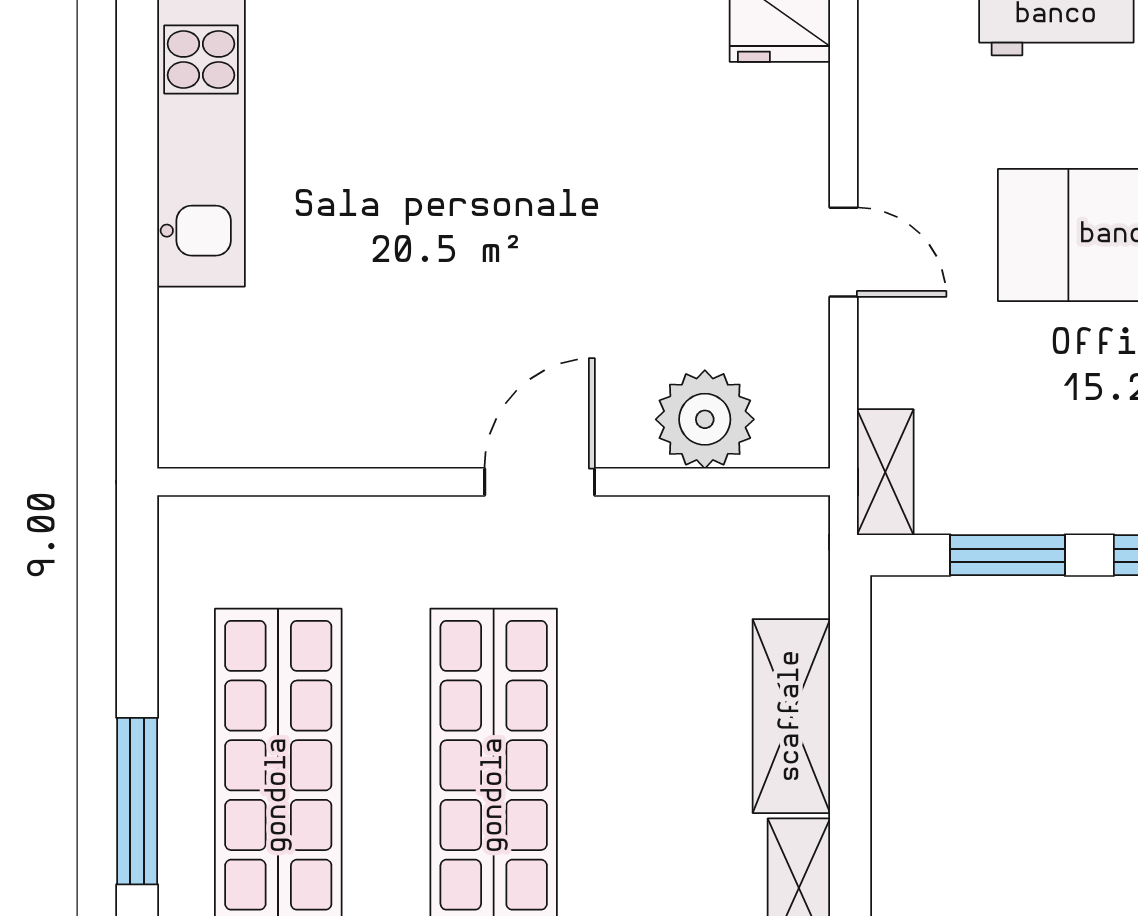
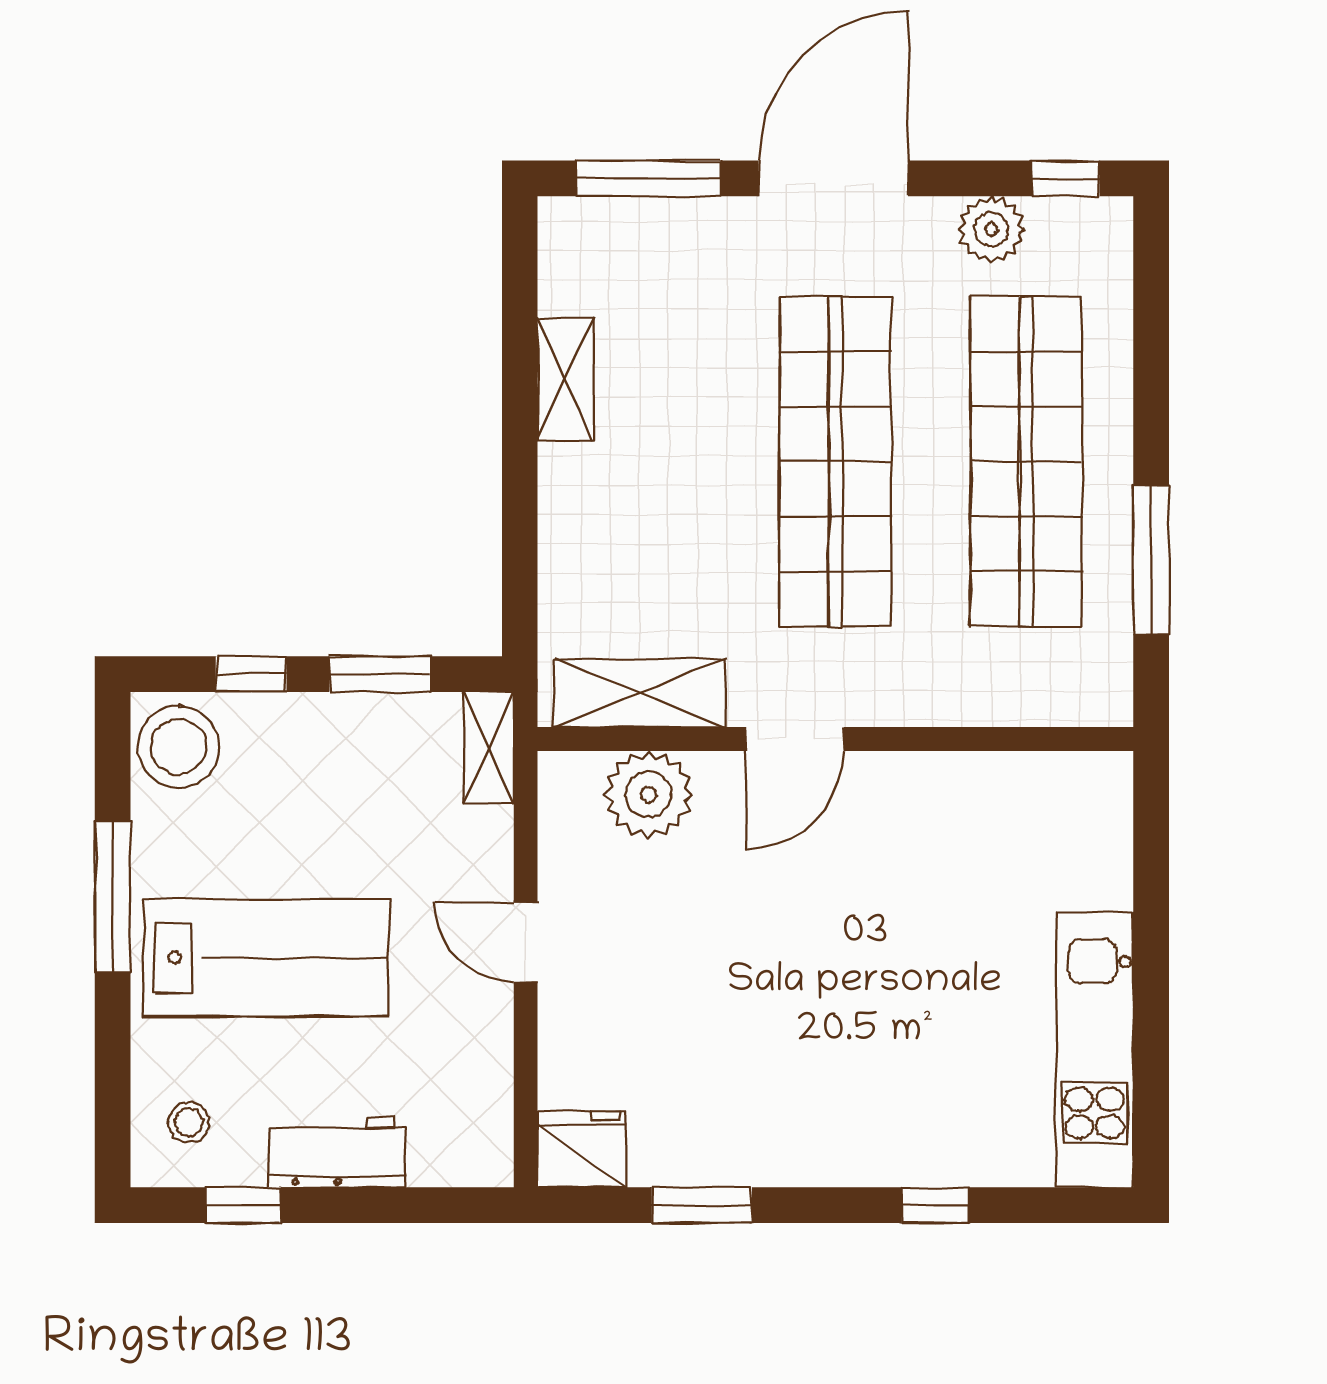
shelving: (791, 716) -> (640, 693), moved, turned 90
window: (137, 801) -> (1151, 560), moved

